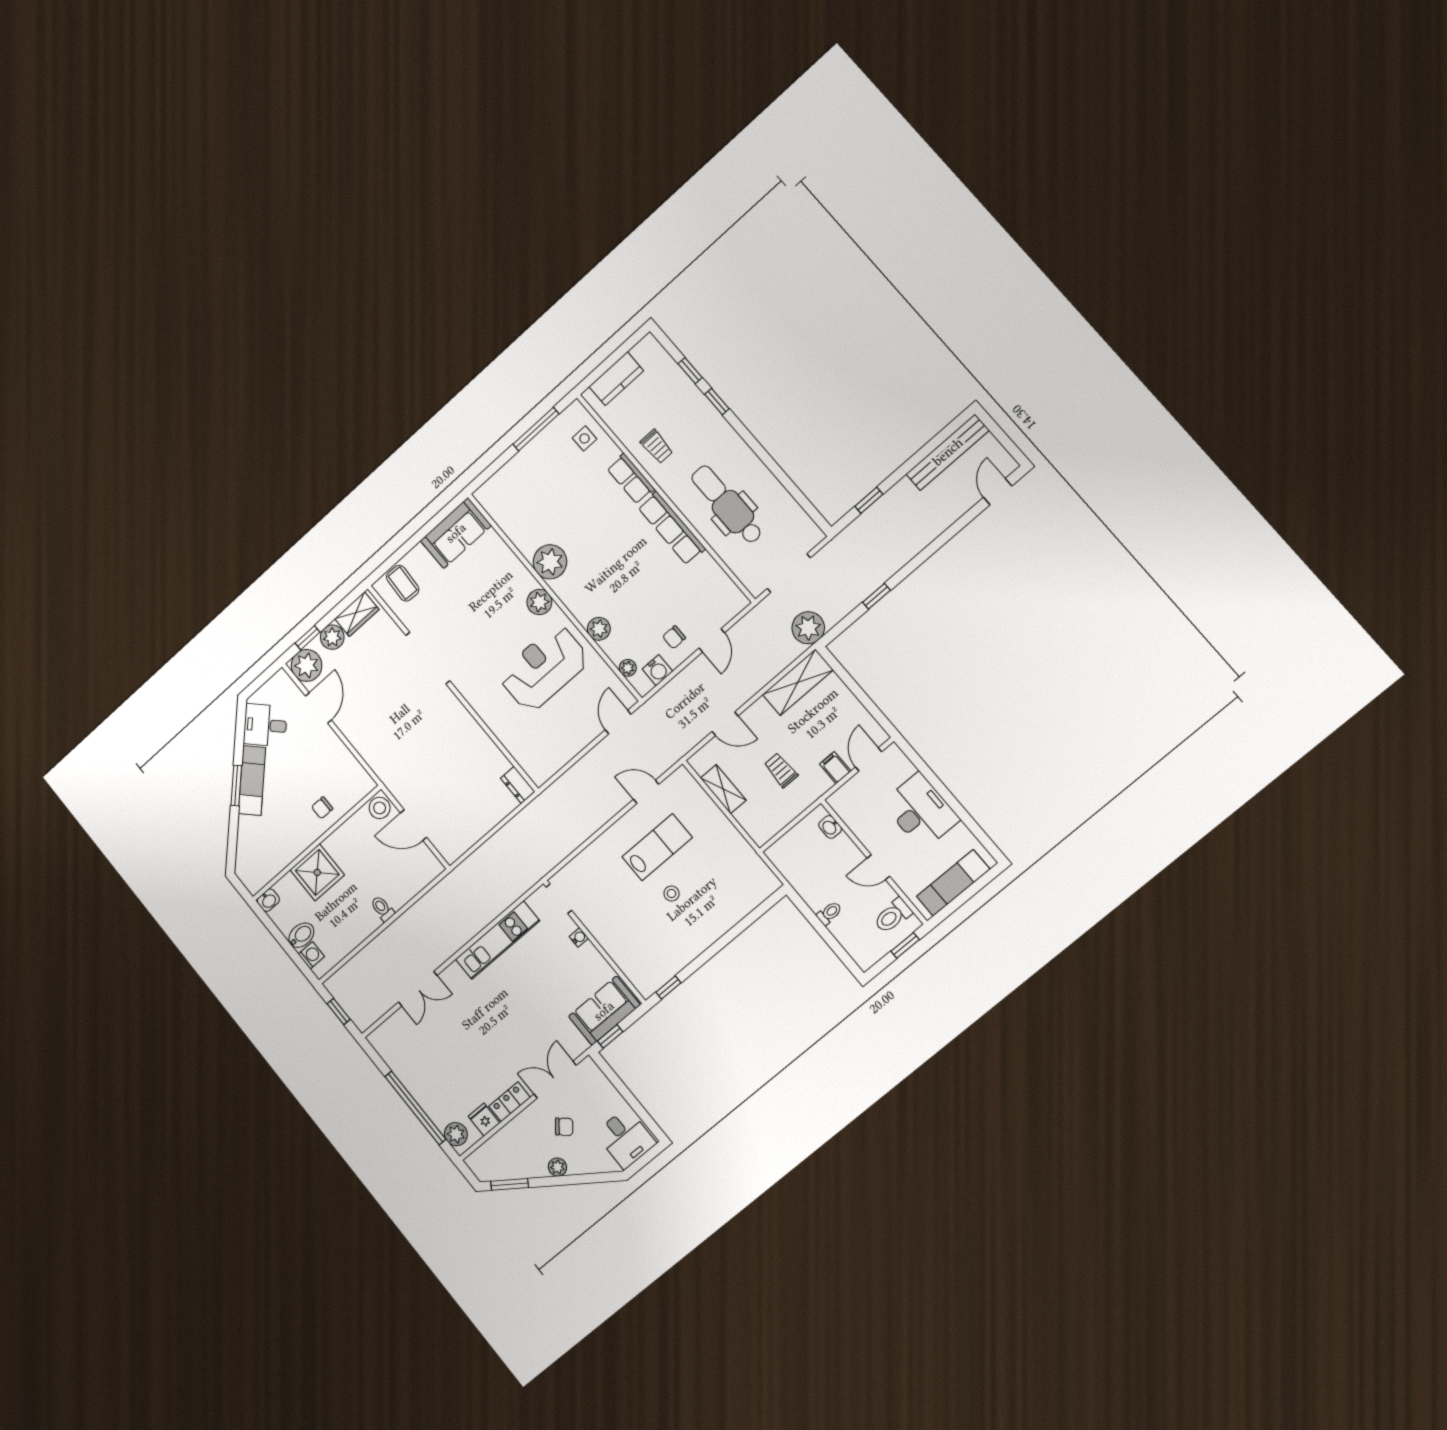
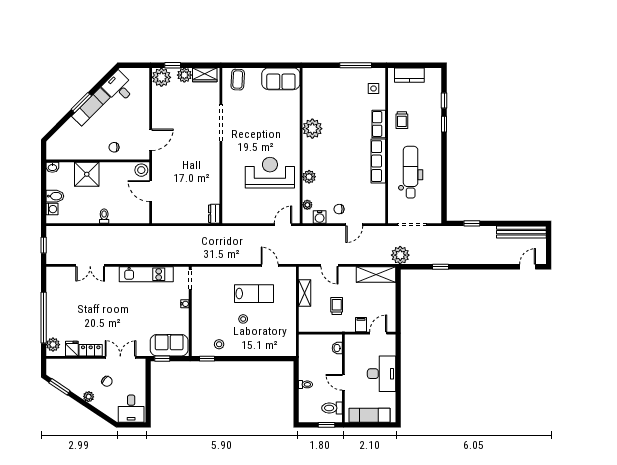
plant: (539, 602) -> (293, 142), removed
door: (318, 708) -> (151, 140), moved
stool: (668, 955) -> (219, 344), added

